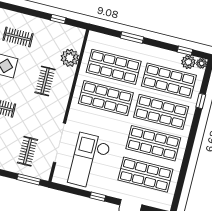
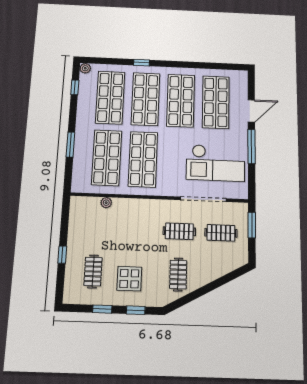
window: (58, 19) -> (62, 255), moved
plant: (70, 58) -> (106, 203), width x0.53, depth x0.53
plant: (188, 62) -> (86, 82), removed
clothes rail: (45, 81) -> (179, 231), moved
window: (201, 101) -> (142, 63), moved
window: (98, 197) -> (252, 147), width x2.17

